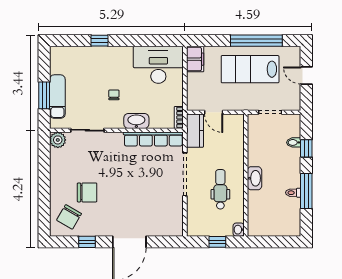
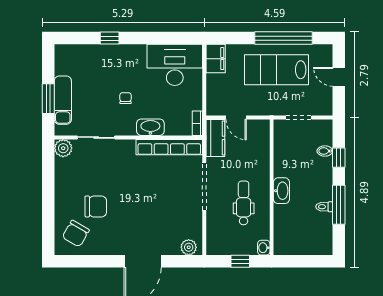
plant: (171, 229) -> (189, 247), added
window: (87, 242) -> (96, 261), removed

